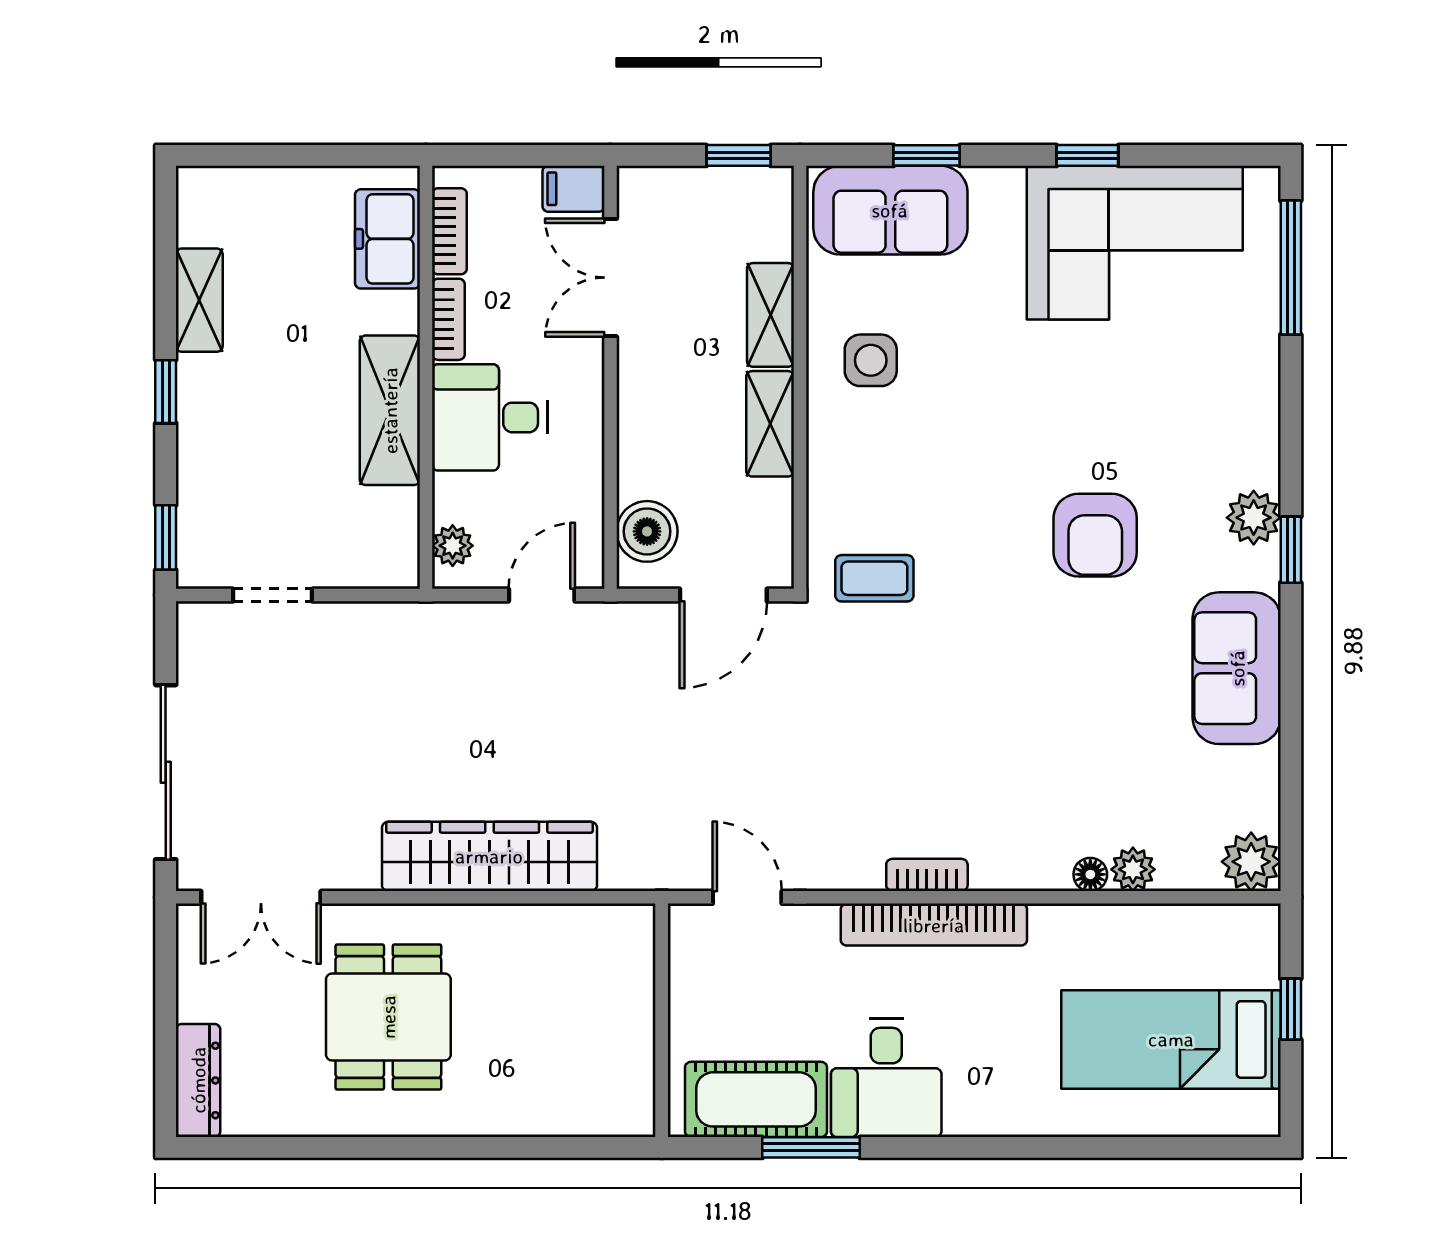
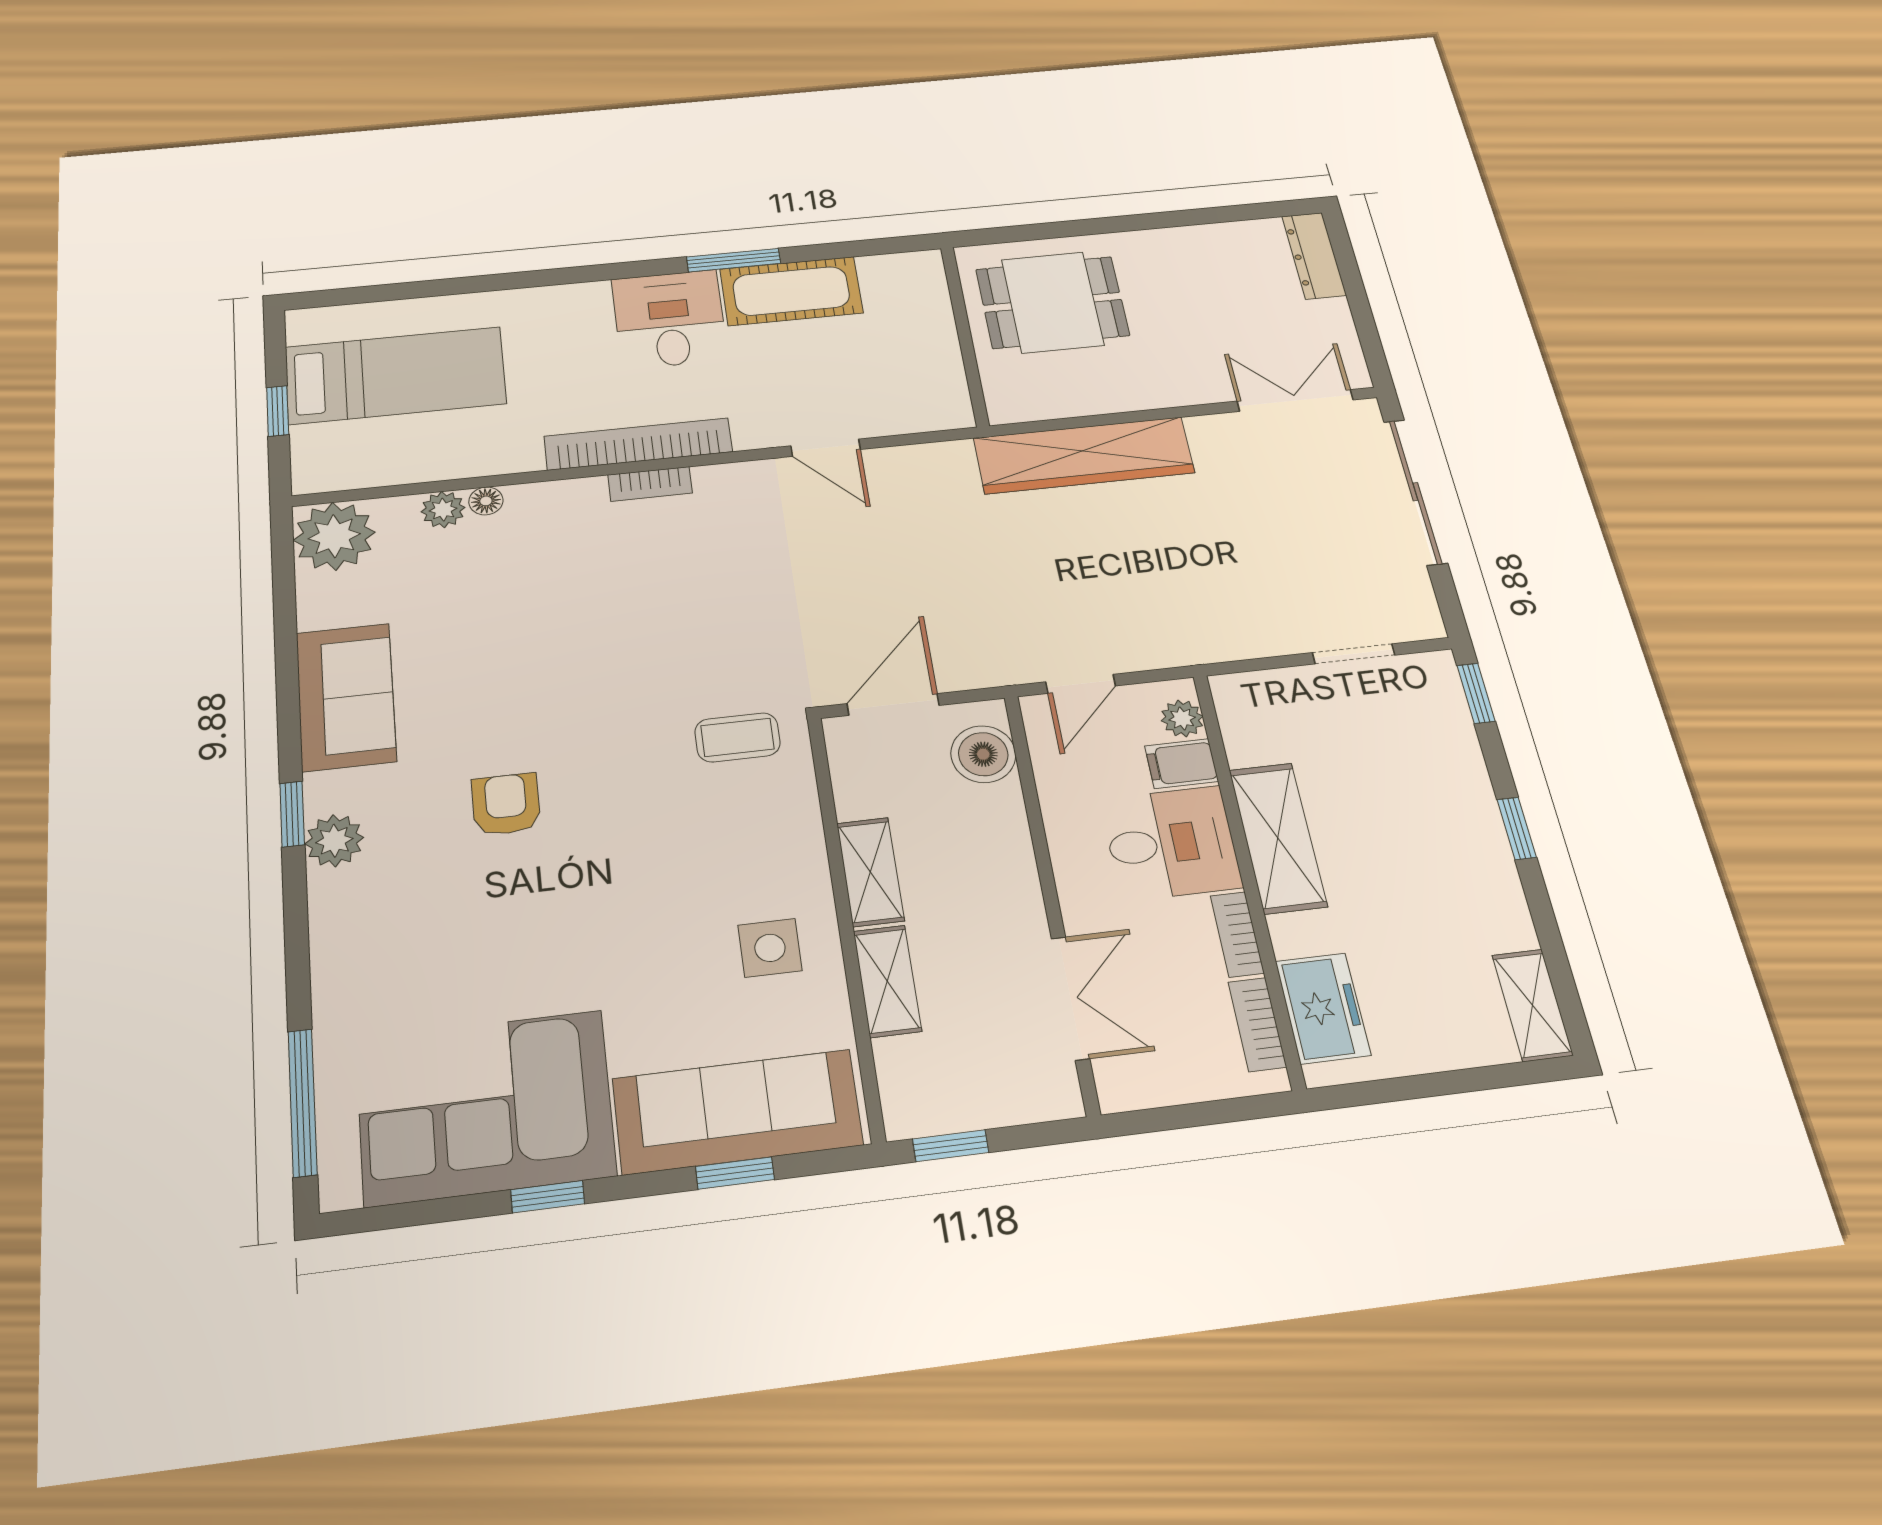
filing cabinet: (573, 189) -> (1182, 764), moved, turned 180
sofa: (890, 210) -> (737, 1112), width x1.36
shelving: (199, 300) -> (1532, 1005), moved
armchair: (1095, 535) -> (506, 804), width x0.72, depth x0.72
plant: (1251, 862) -> (334, 536), width x1.36, depth x1.36
dining table: (388, 1017) -> (1052, 302), moved, turned 90
wall: (662, 1020) -> (965, 335), moved

